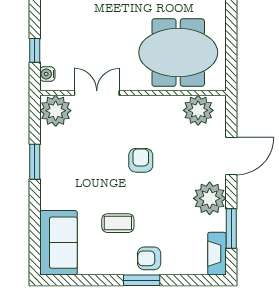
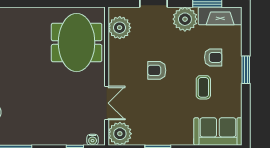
double door: (97, 93) -> (107, 103), swing flipped
fireplace: (217, 254) -> (220, 16), width x1.37, depth x1.32
armchair: (149, 258) -> (213, 57), moved, turned -90

